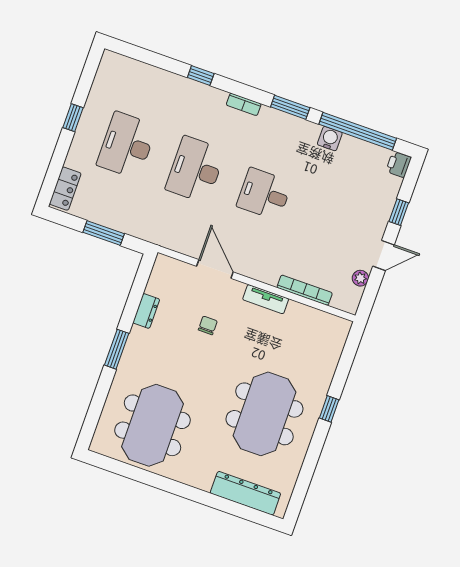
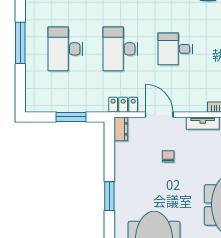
window: (73, 118) -> (20, 43), width x2.17
locker: (65, 189) -> (123, 105), moved, turned -90
dresser: (146, 311) -> (121, 129), moved

